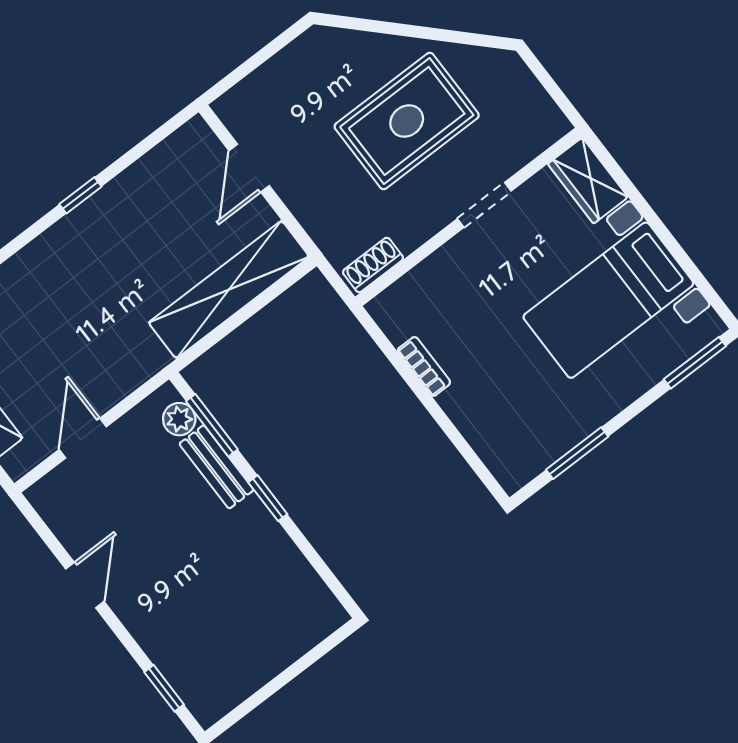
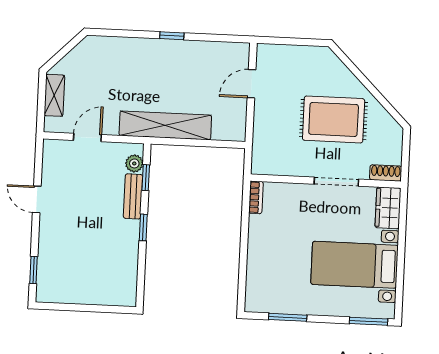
doorway: (484, 205) -> (336, 182), width x1.38
shoe rack: (373, 265) -> (386, 173), moved
shelving: (229, 290) -> (165, 125), moved
bookcase: (424, 366) -> (256, 197), moved
window: (212, 425) -> (146, 178), width x0.67
door: (85, 585) -> (37, 199), swing flipped

